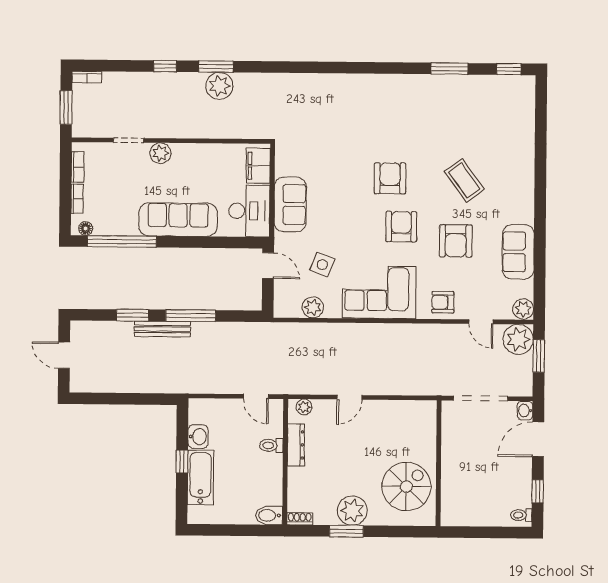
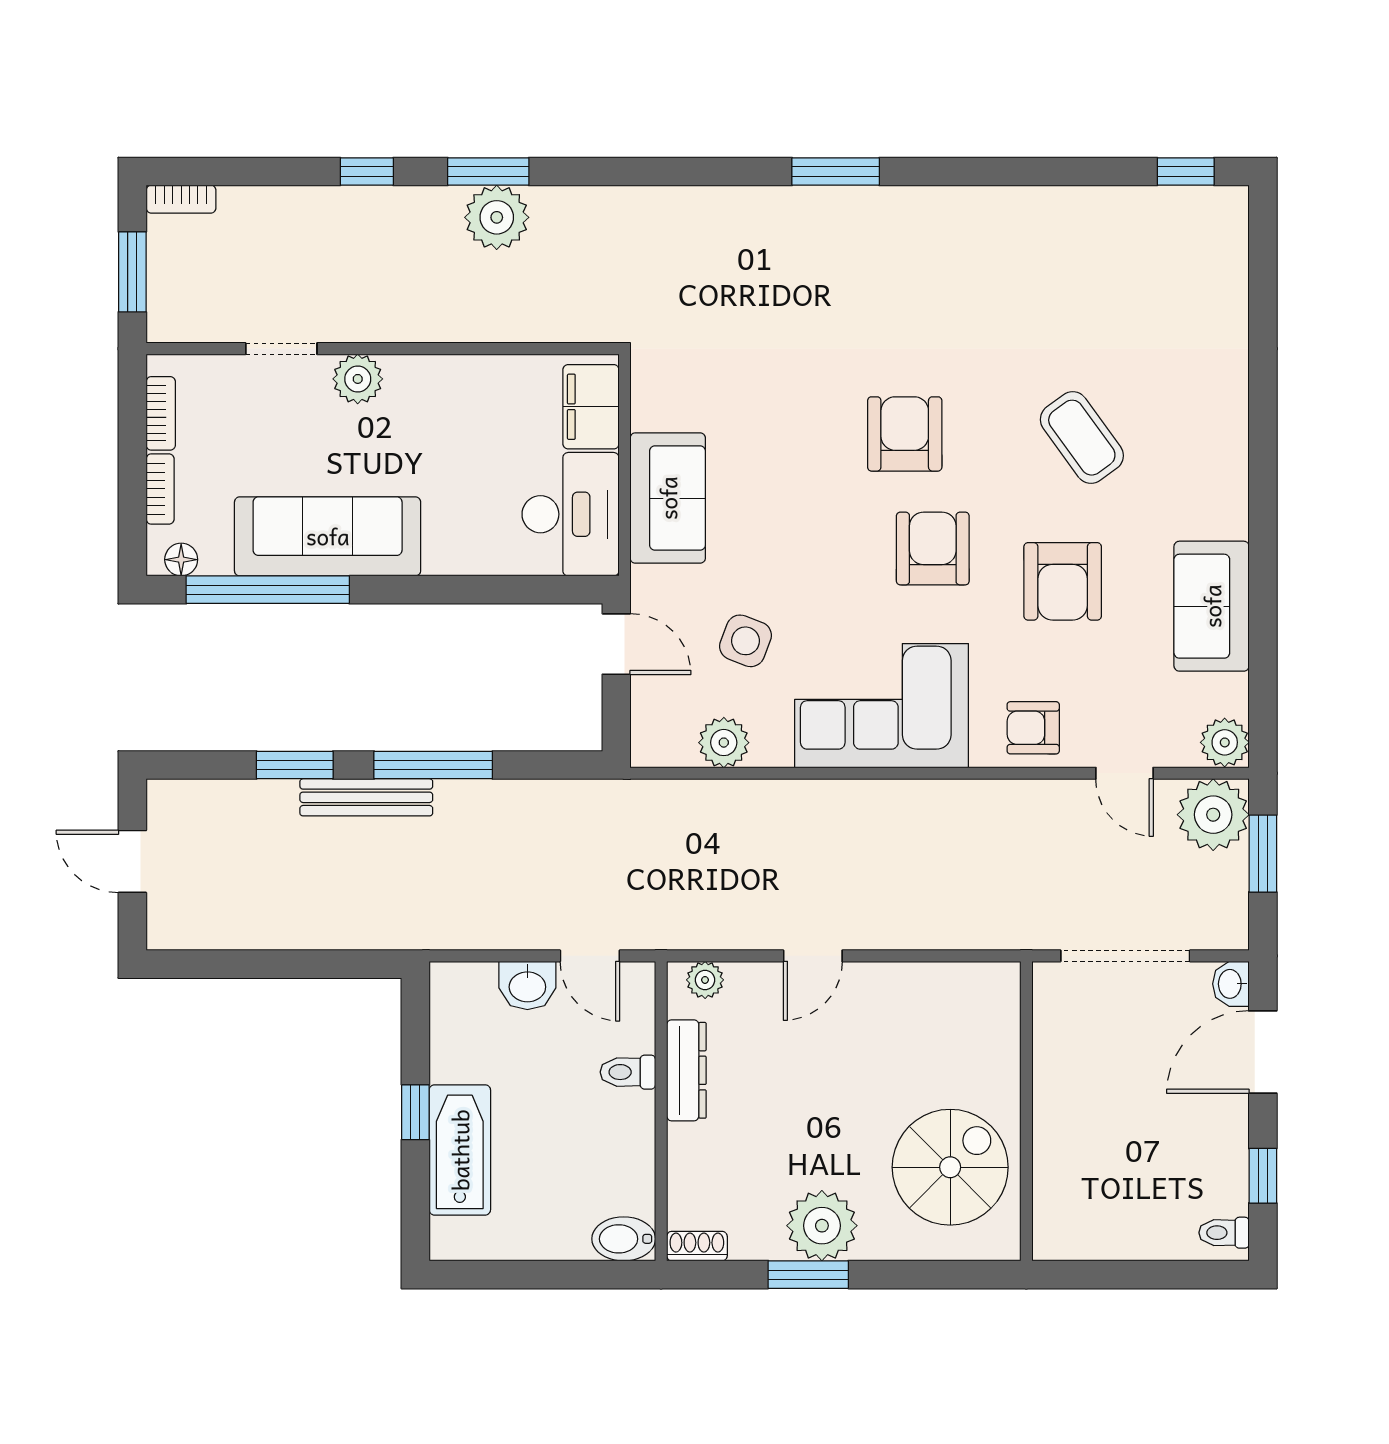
window: (449, 69) -> (836, 171), moved
sofa: (178, 220) -> (328, 536), moved
washbasin: (198, 437) -> (527, 985), moved, turned 90

